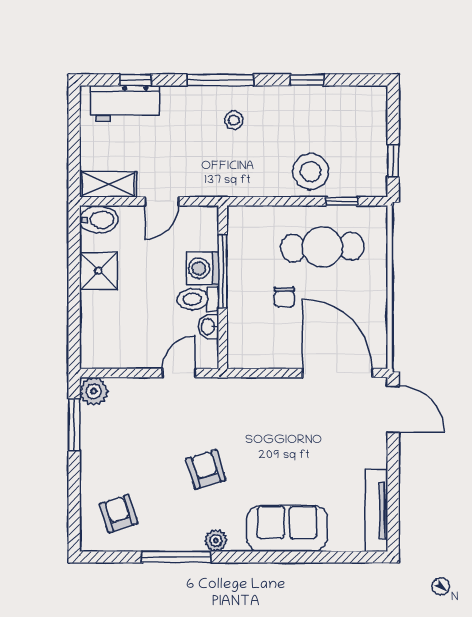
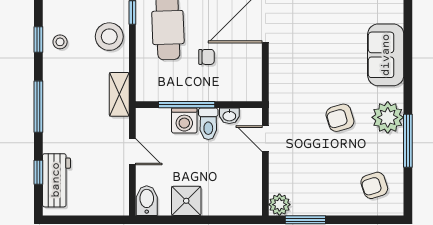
stool: (234, 120) -> (60, 42), moved
shelving: (108, 184) -> (119, 94), moved
plant: (216, 541) -> (388, 117), width x1.87, depth x1.87

